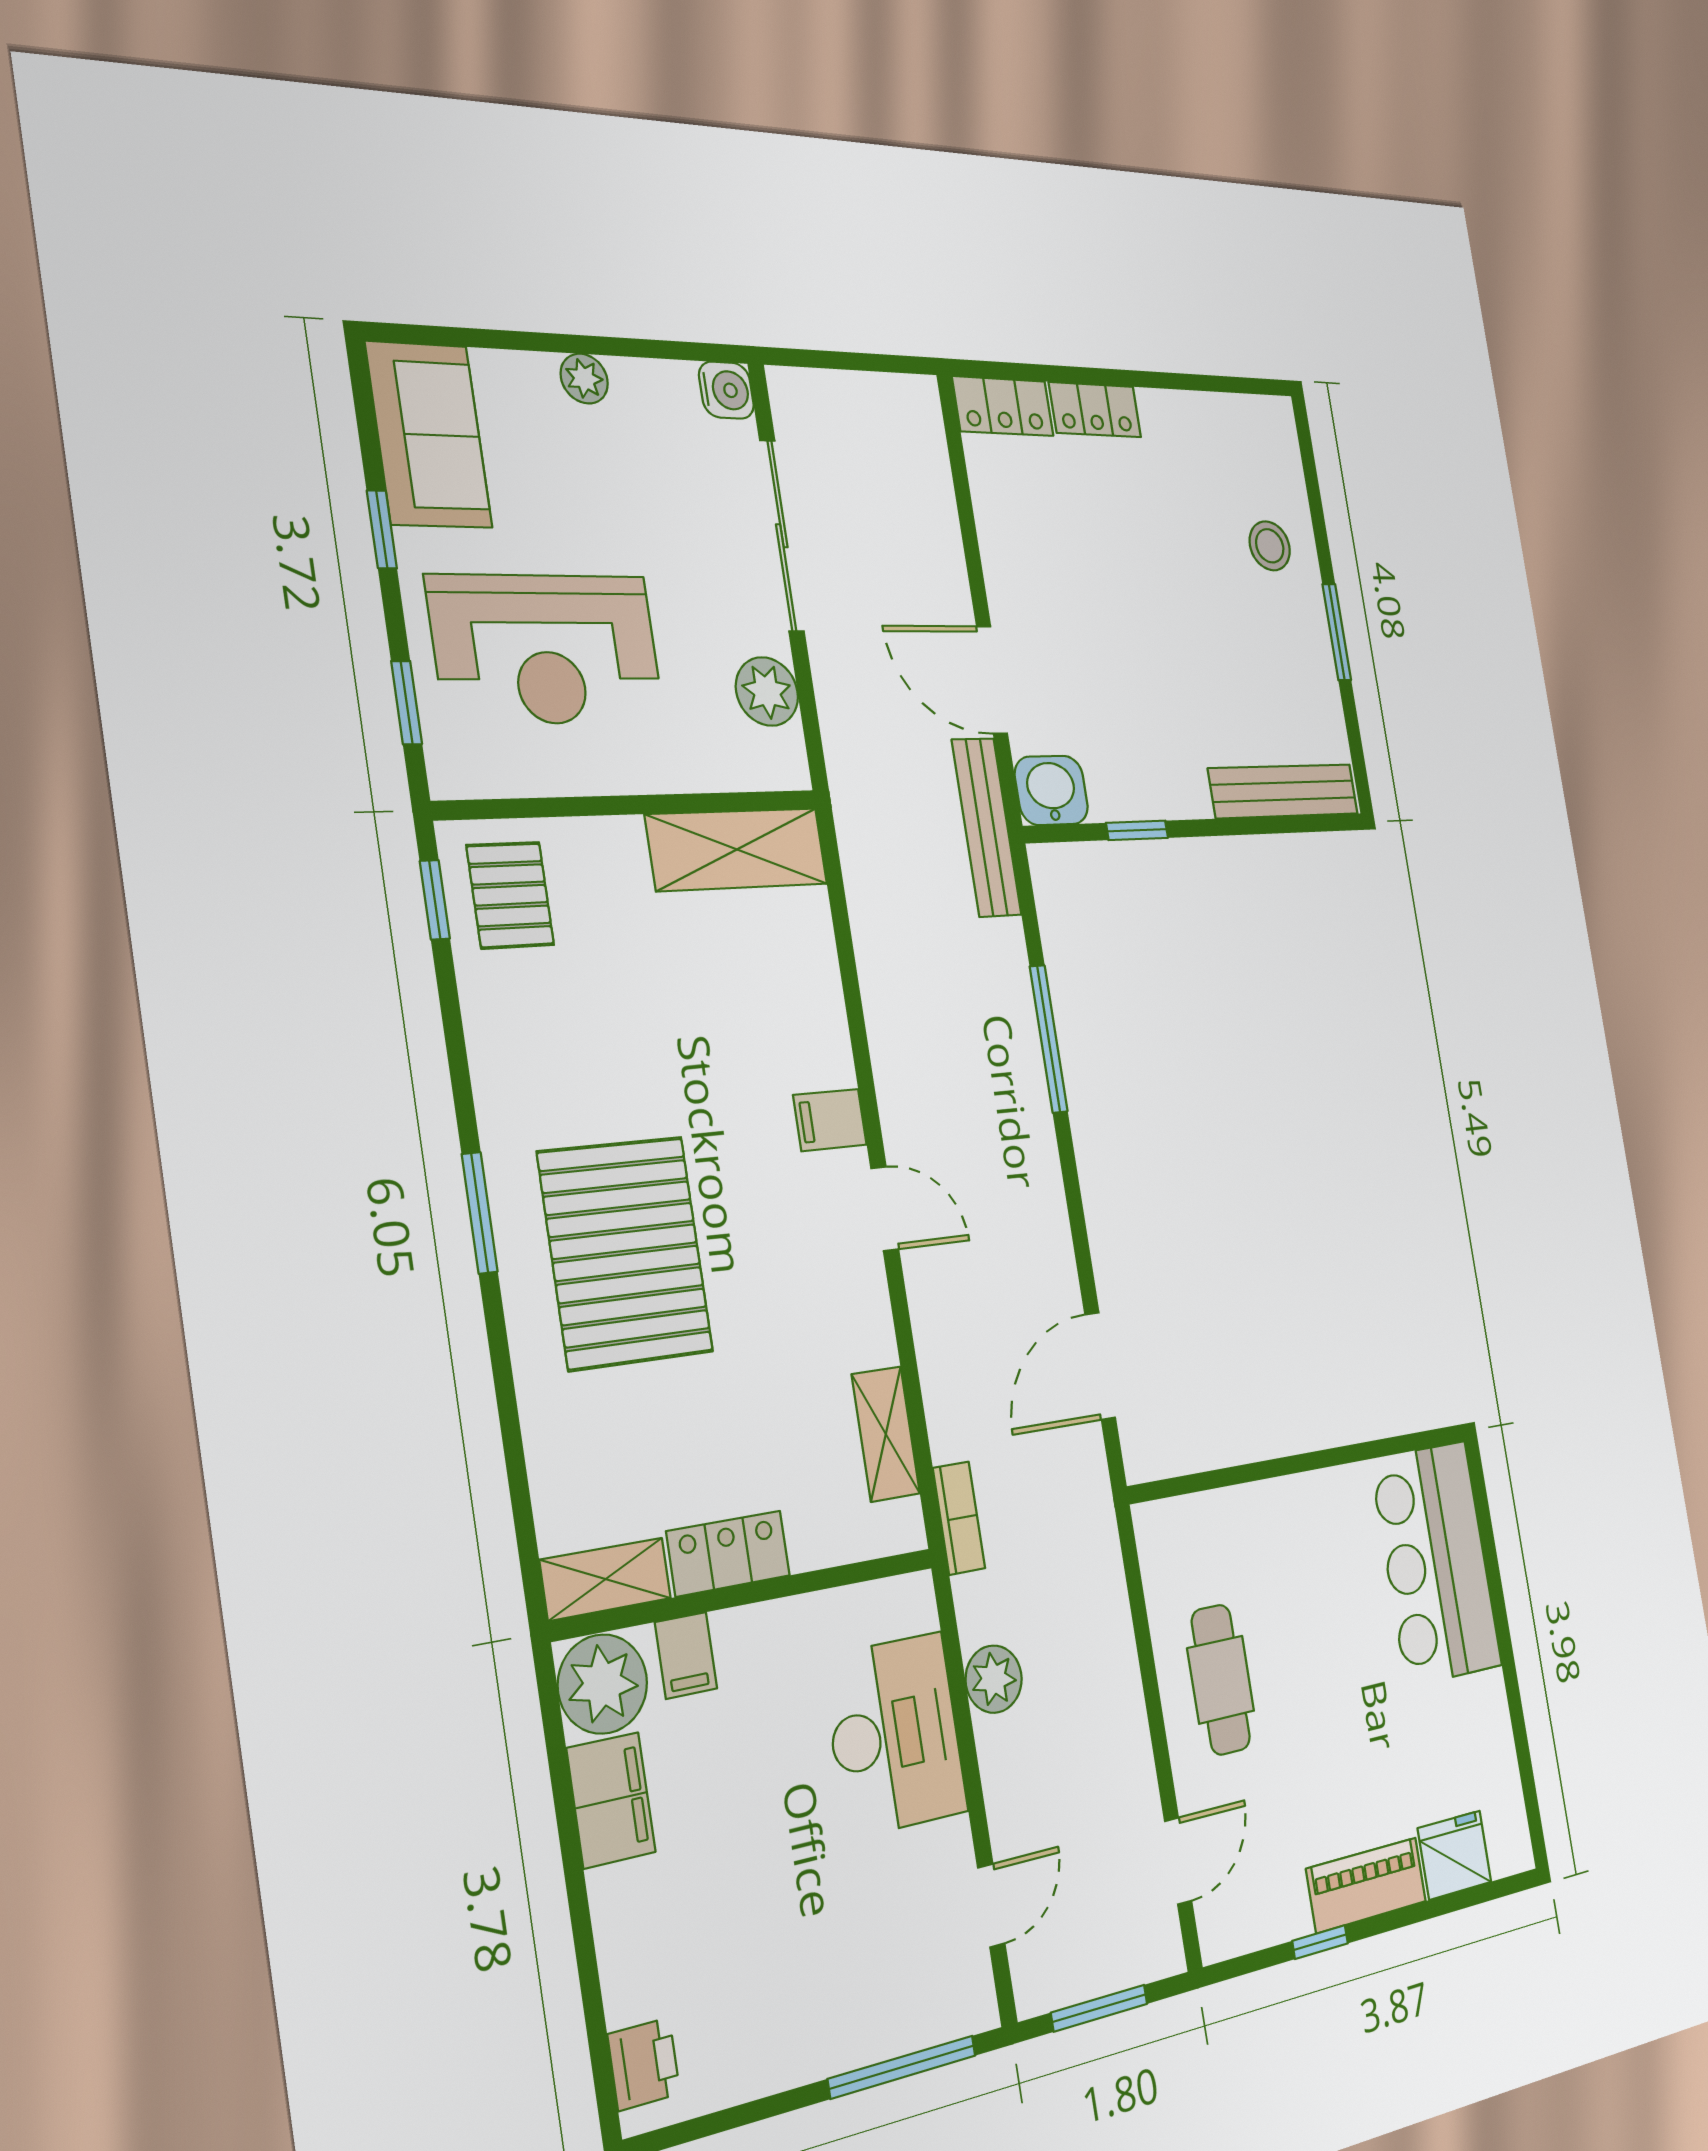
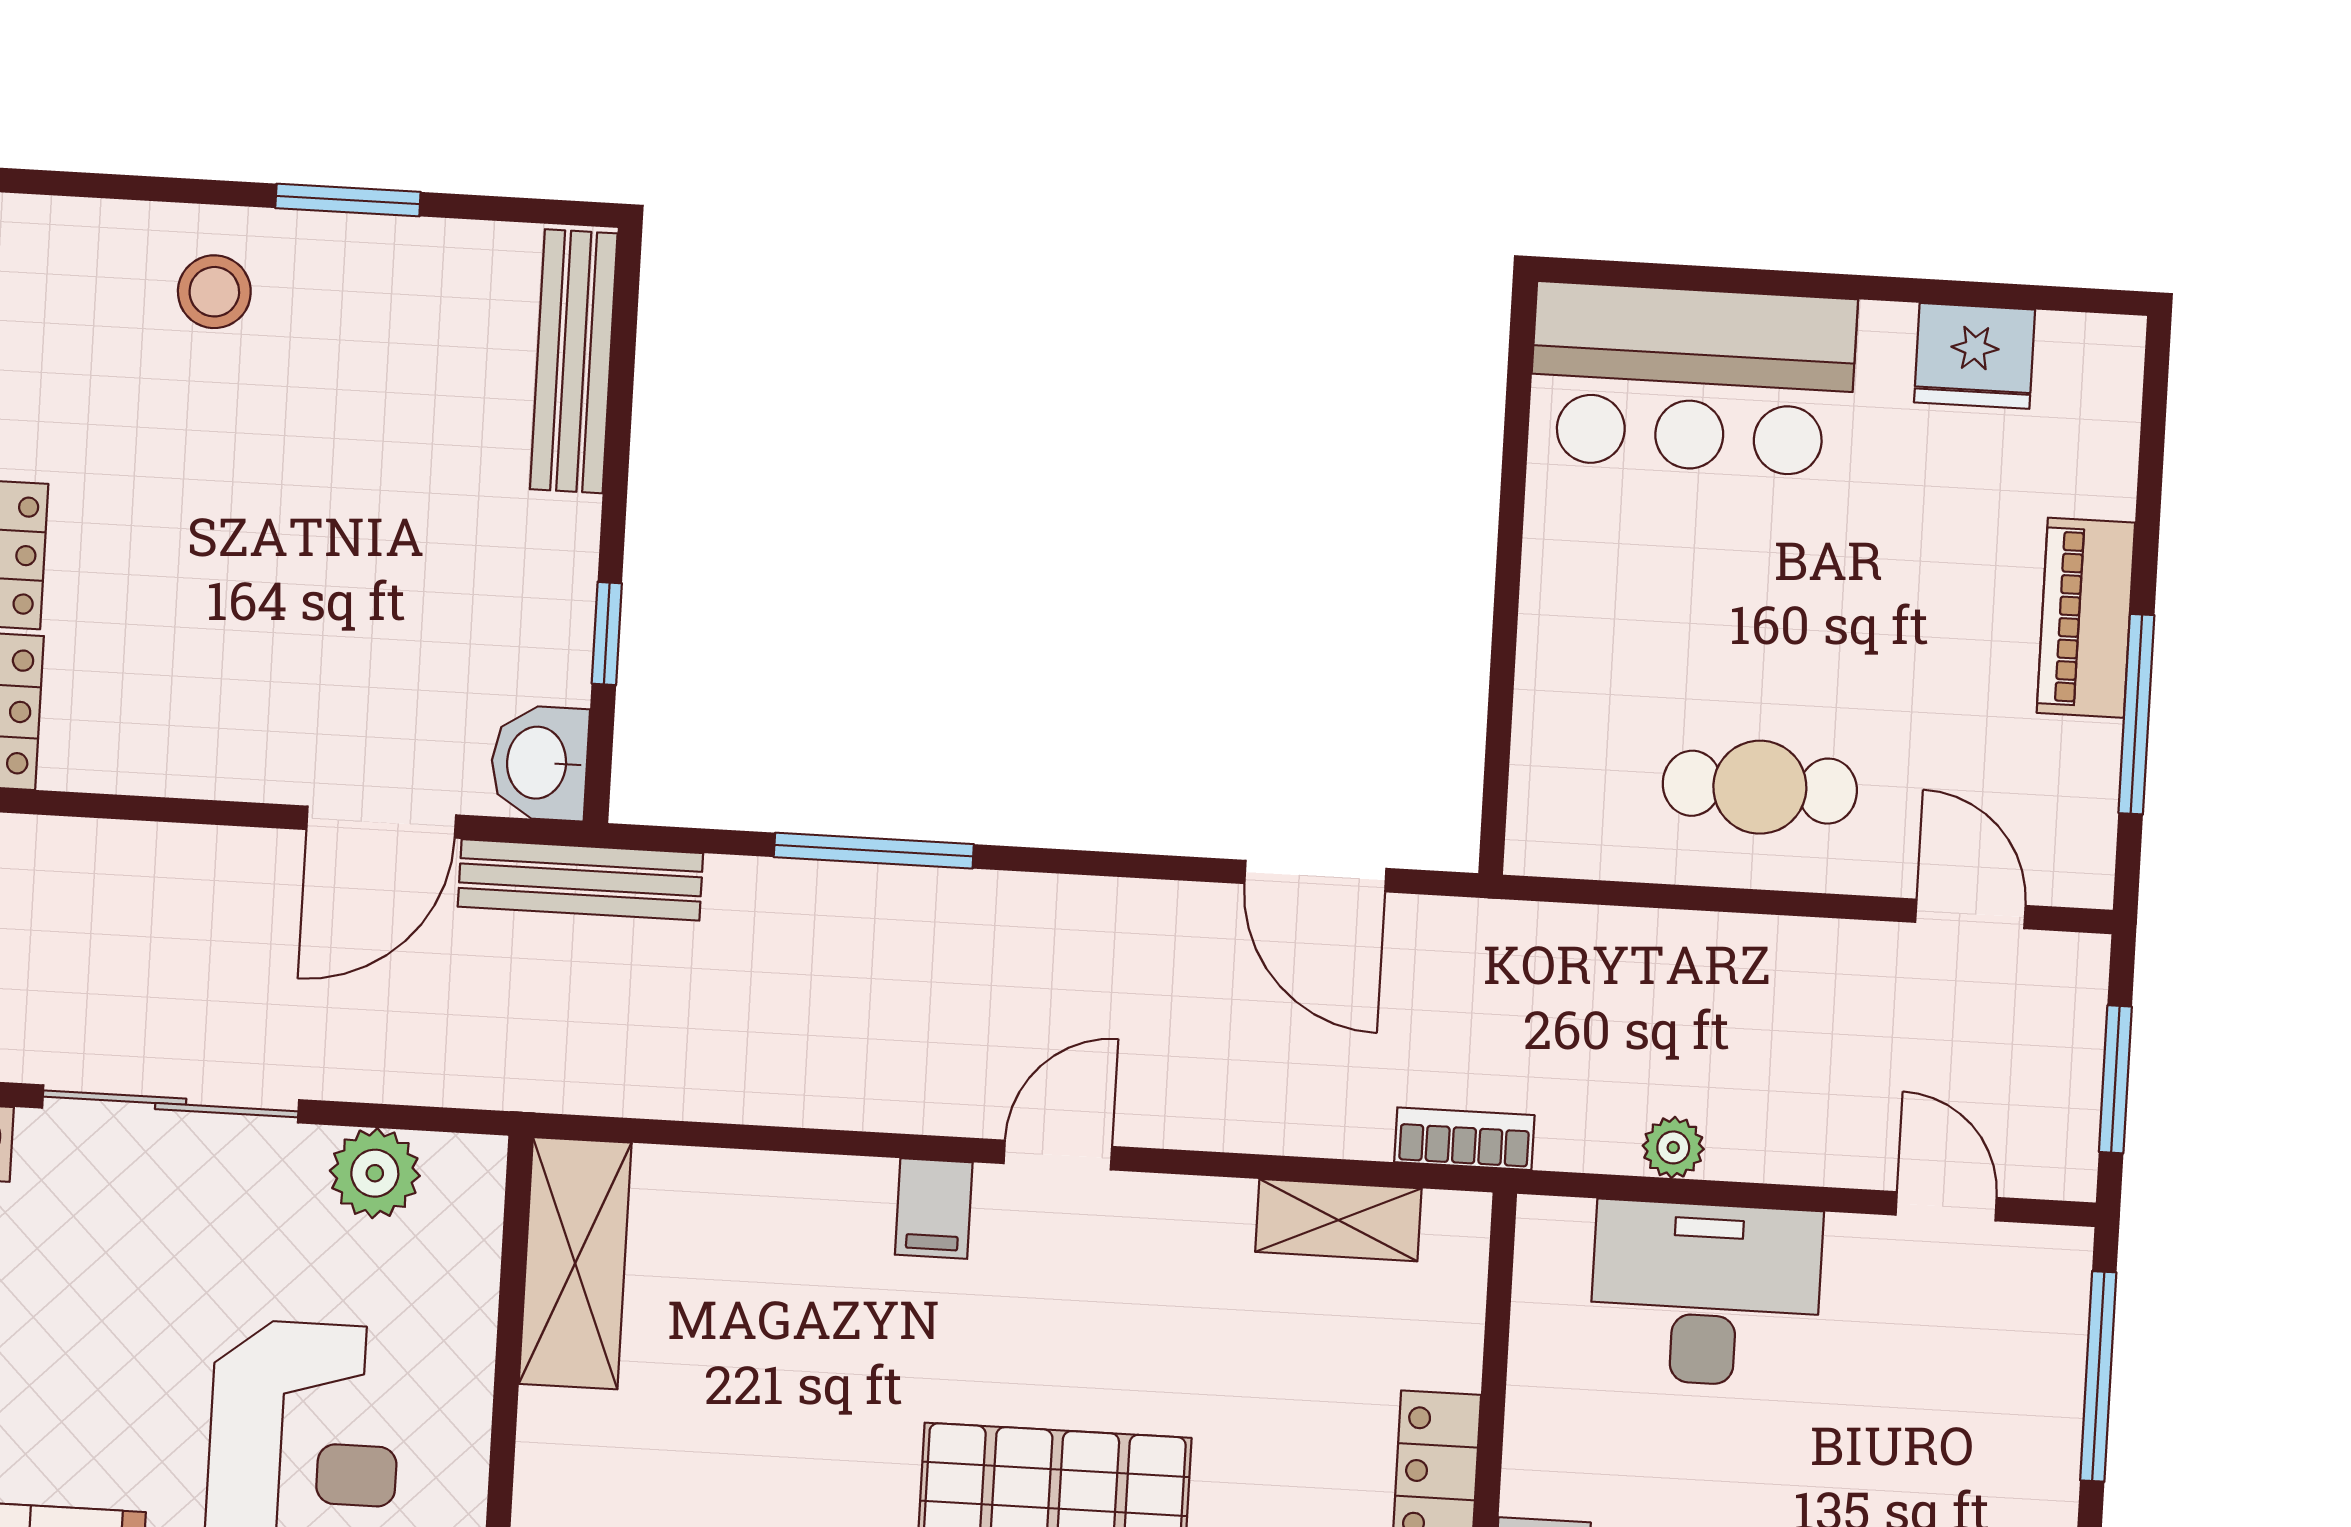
plant: (994, 1679) -> (1673, 1147), width x0.73, depth x0.73
fridge: (1455, 1855) -> (1975, 356), moved, turned -90
window: (1320, 1942) -> (2136, 714), width x2.17

